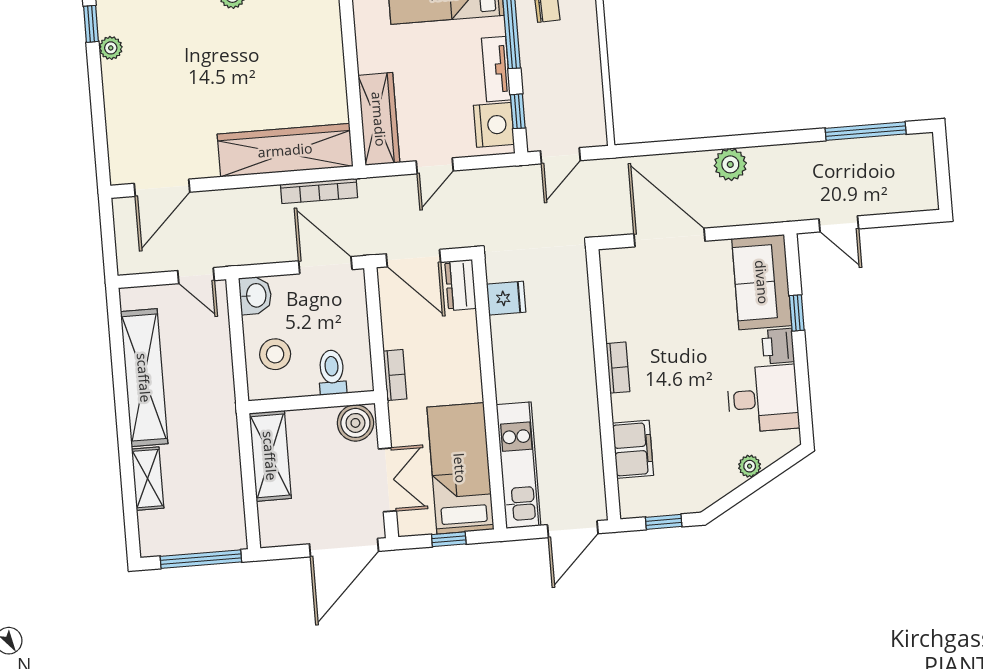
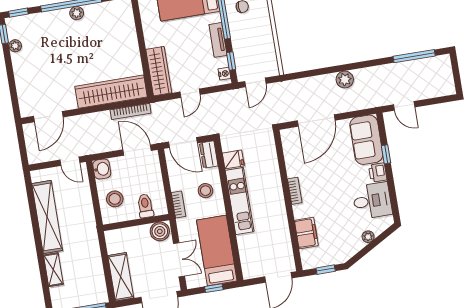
nightstand: (494, 125) -> (224, 74), width x0.53, depth x0.56
door: (670, 238) -> (316, 120), swing flipped
stool: (449, 353) -> (205, 191), added
shelving: (270, 456) -> (121, 277), moved
kitchen unit: (519, 465) -> (240, 201), moved

